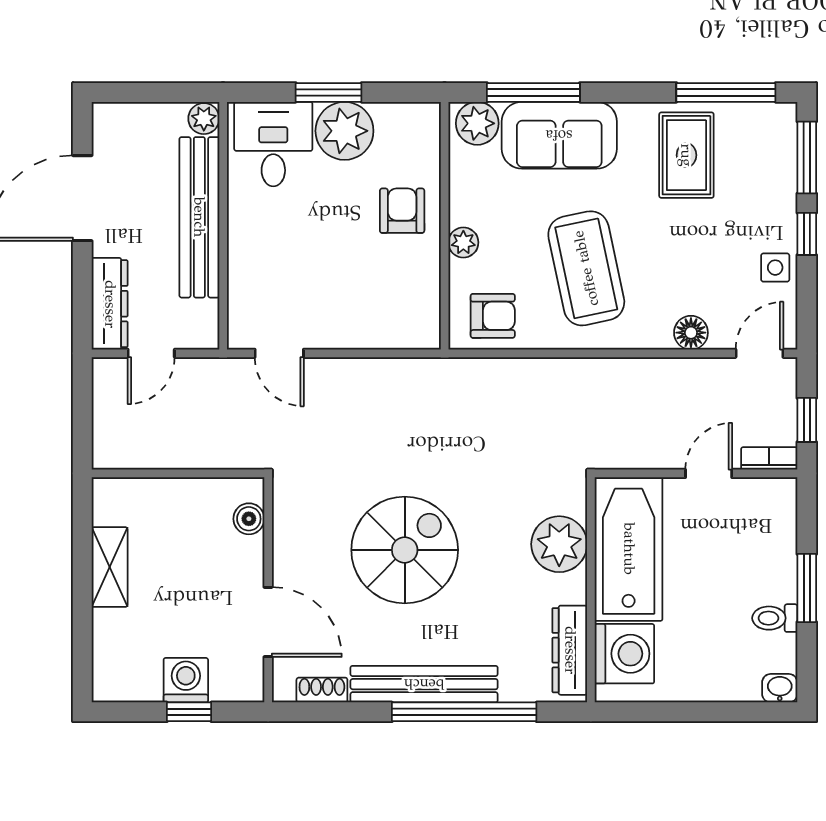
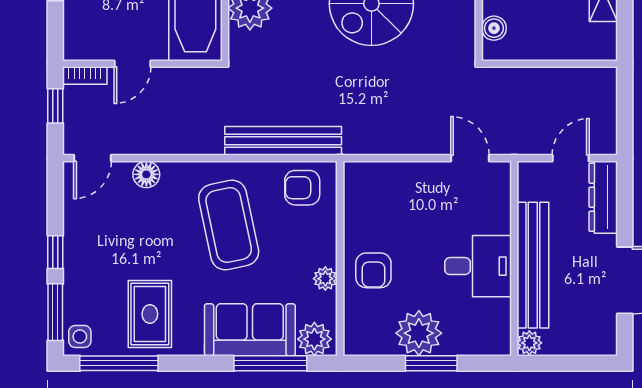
desk: (273, 144) -> (478, 266), moved, turned -90
plant: (463, 242) -> (325, 279), moved
side table: (775, 268) -> (80, 336), moved
bench: (517, 376) -> (283, 141), added

